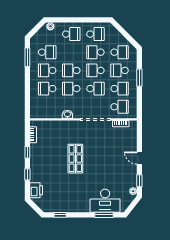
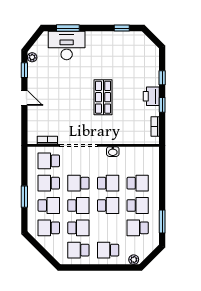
printer: (36, 190) -> (151, 96), moved

